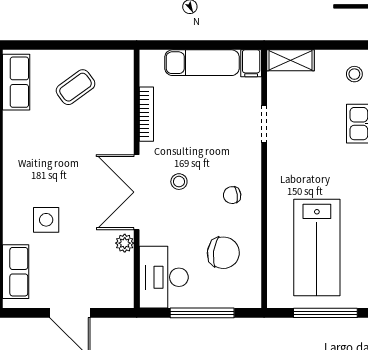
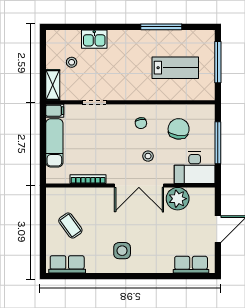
stool: (354, 74) -> (72, 62), moved
stool: (179, 182) -> (148, 156), moved
side table: (46, 220) -> (122, 251), moved
plant: (125, 243) -> (178, 199), width x1.88, depth x1.88
lab bench: (317, 248) -> (175, 68), width x0.73, depth x0.72

